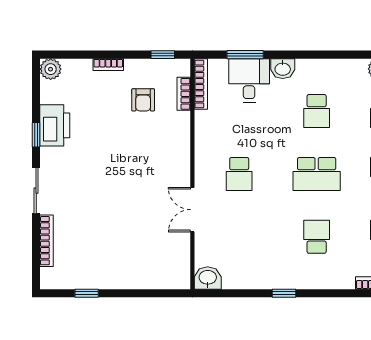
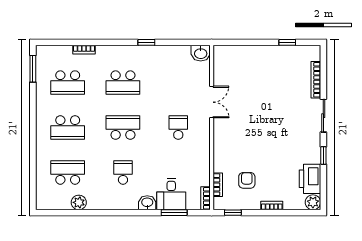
bookcase: (201, 84) -> (206, 198), width x0.64
printer: (55, 125) -> (310, 179), moved
school desk: (317, 237) -> (123, 83), width x1.85

